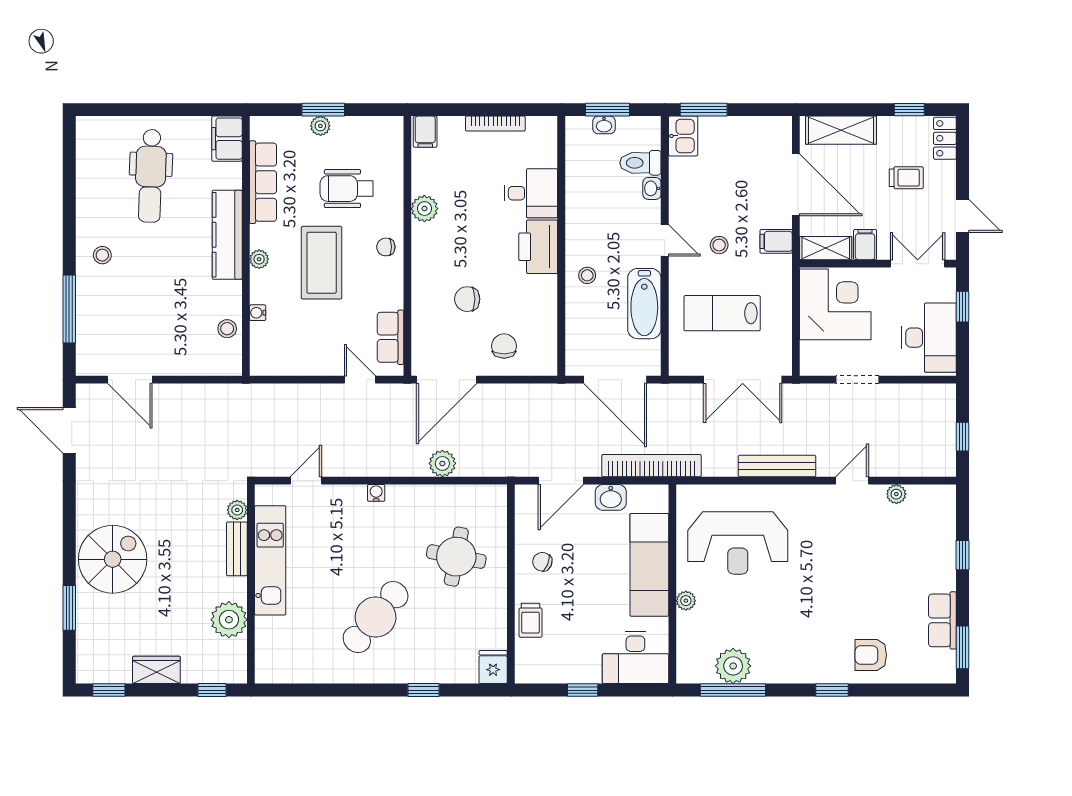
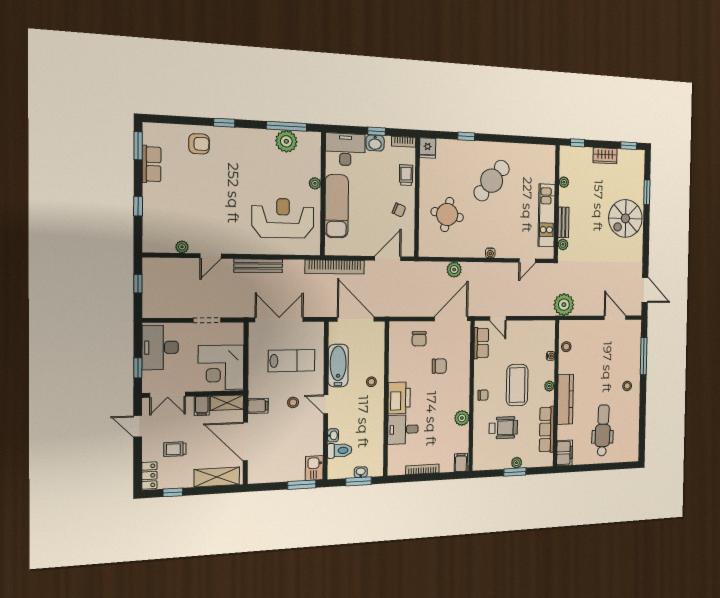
plant: (233, 403) -> (564, 305), added
washbasin: (611, 497) -> (375, 143), moved, turned 180
plant: (229, 620) -> (564, 182), width x0.53, depth x0.53
bookcase: (535, 675) -> (404, 142), added

